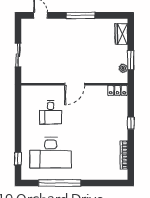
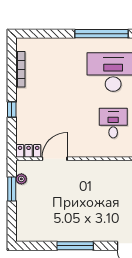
wardrobe: (121, 34) -> (23, 222), removed
door: (75, 84) -> (55, 159), moved

